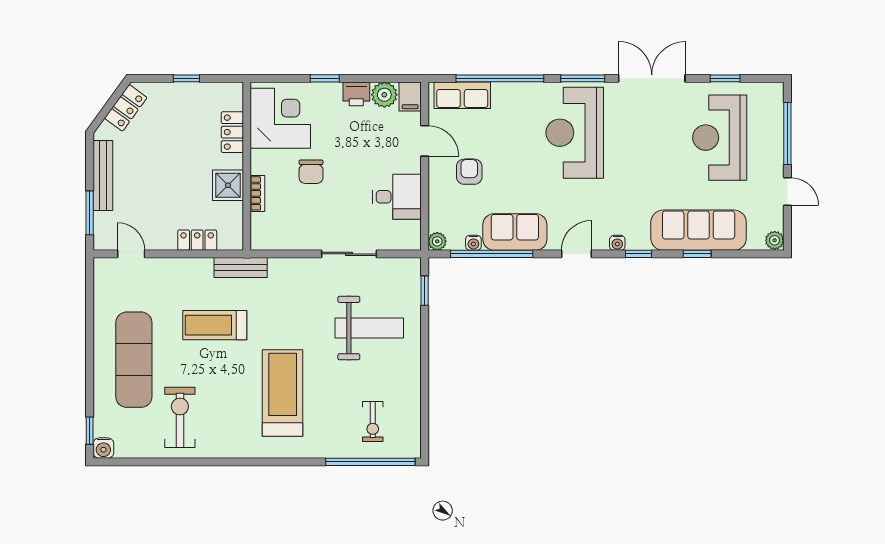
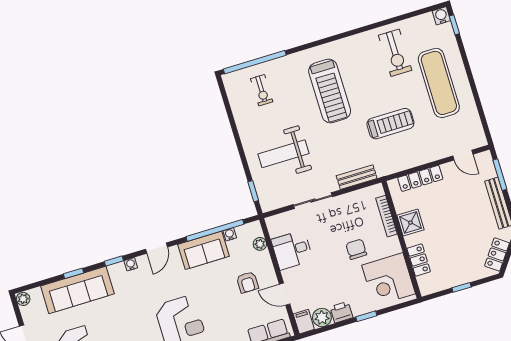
bookcase: (257, 193) -> (386, 216), width x1.56
locker: (197, 240) -> (420, 178), width x1.53
plant: (437, 241) -> (260, 244), moved
bench: (241, 268) -> (357, 177), moved
exercise bike: (373, 422) -> (262, 90), turned 180

